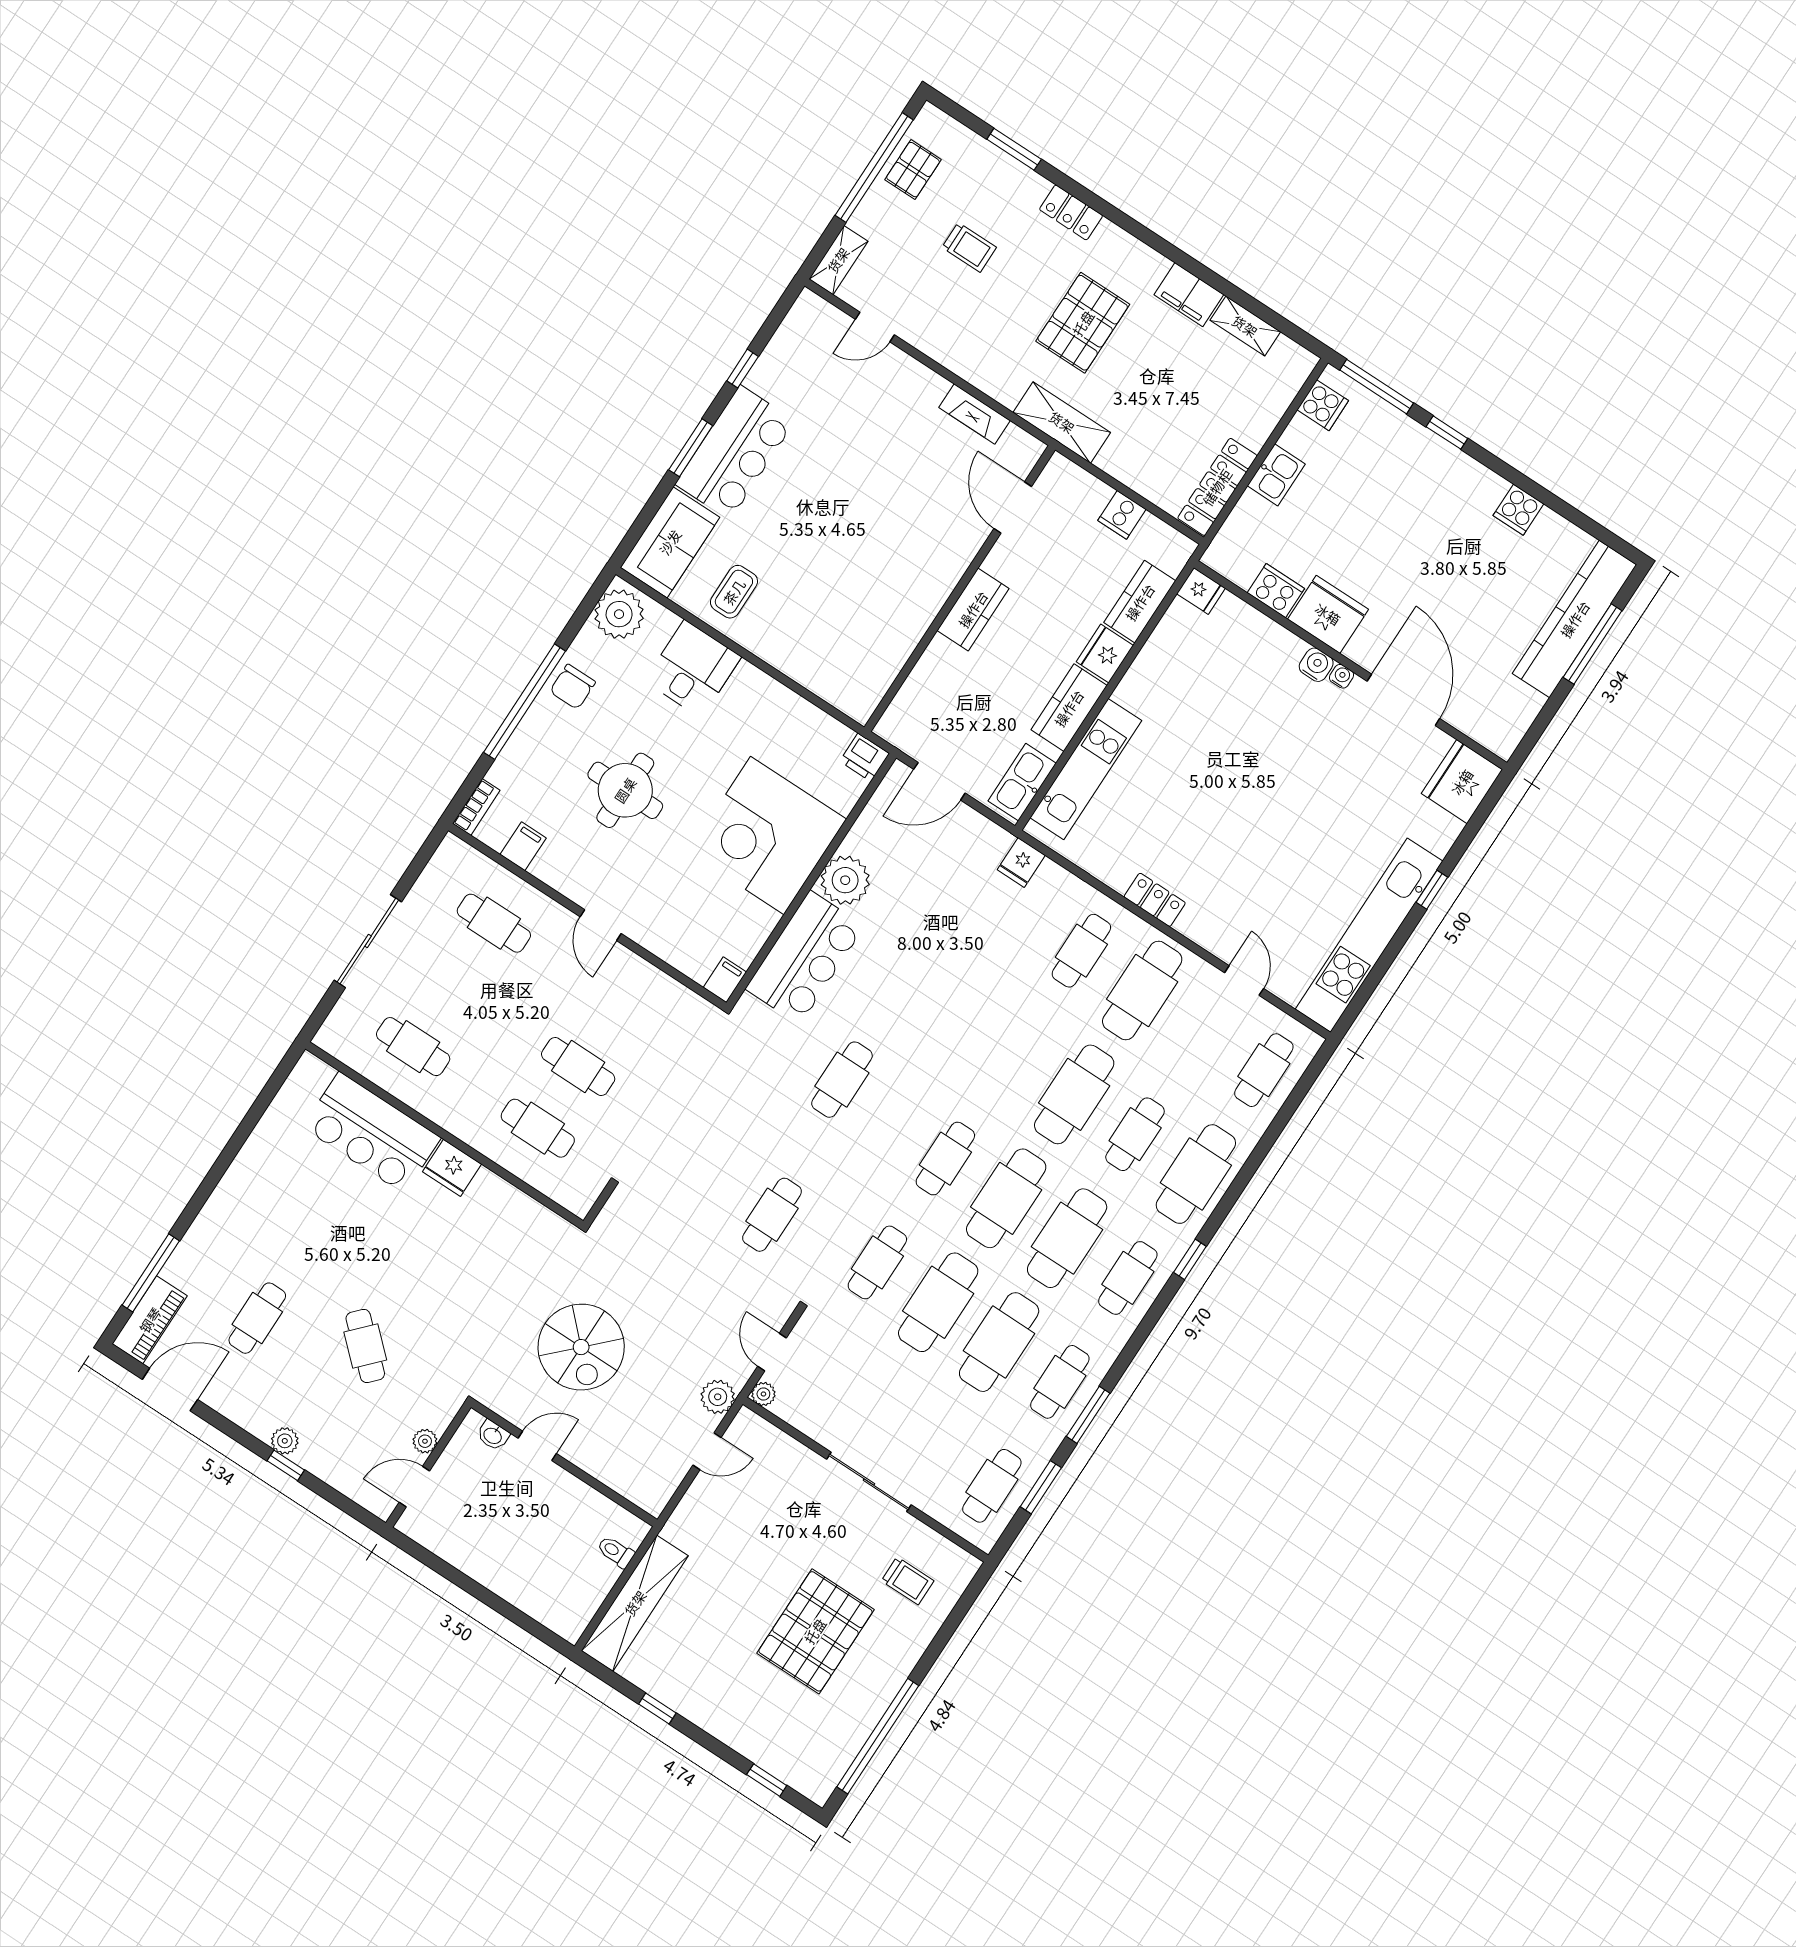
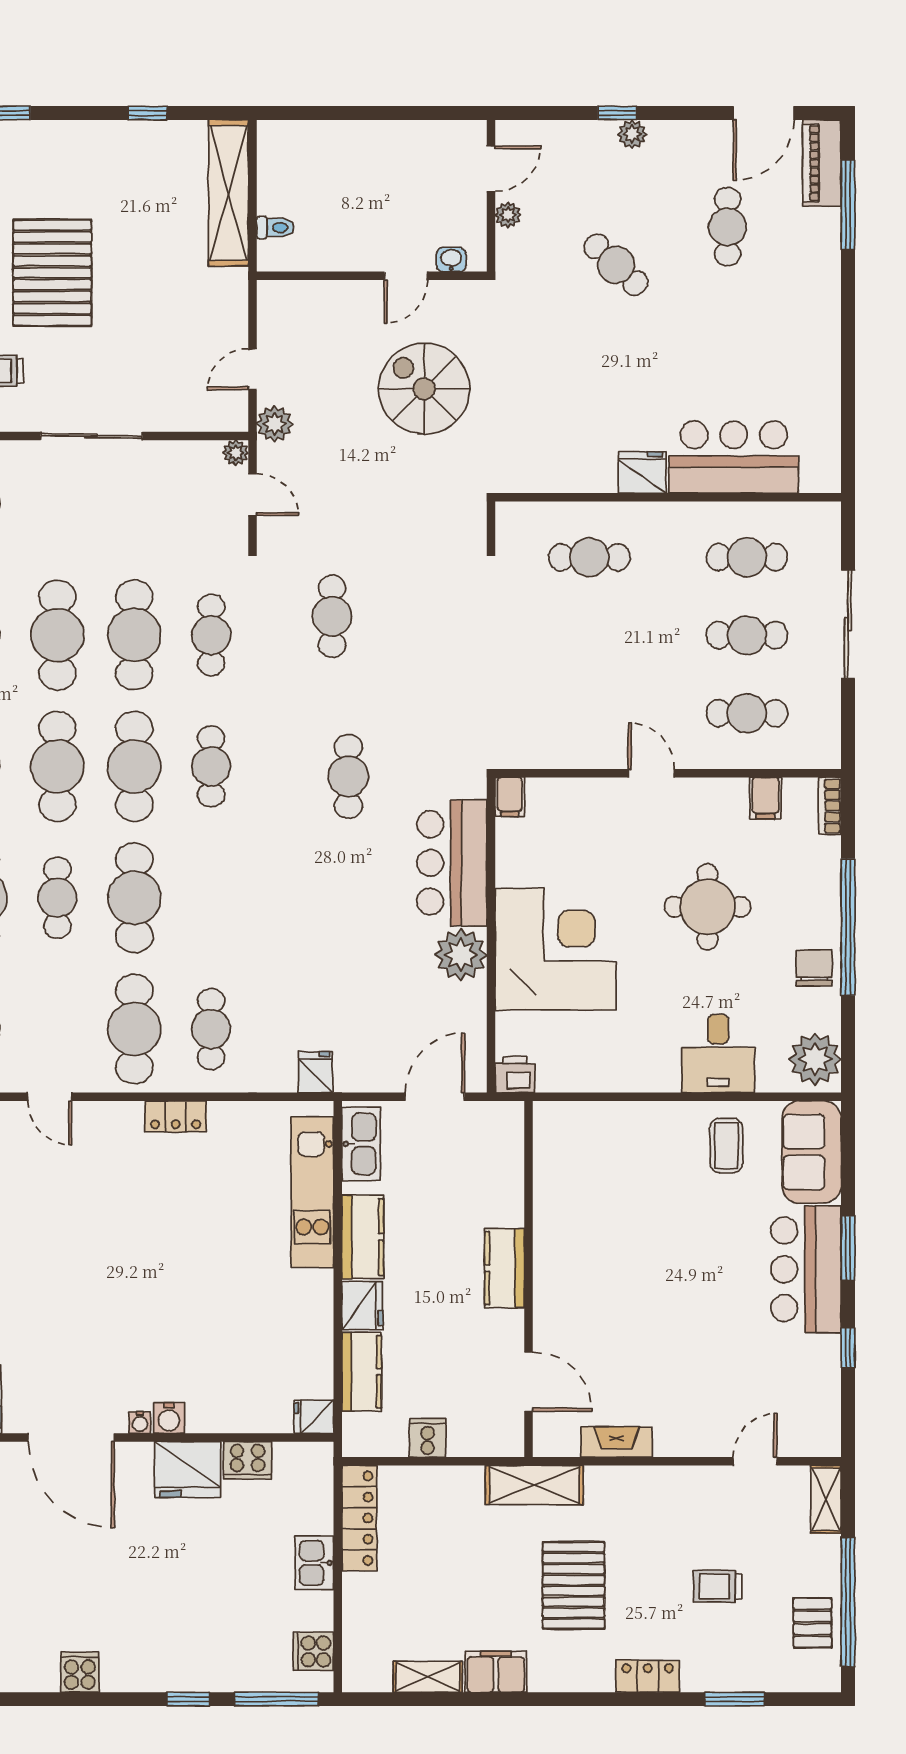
cafe table: (578, 1066) -> (747, 635), moved

